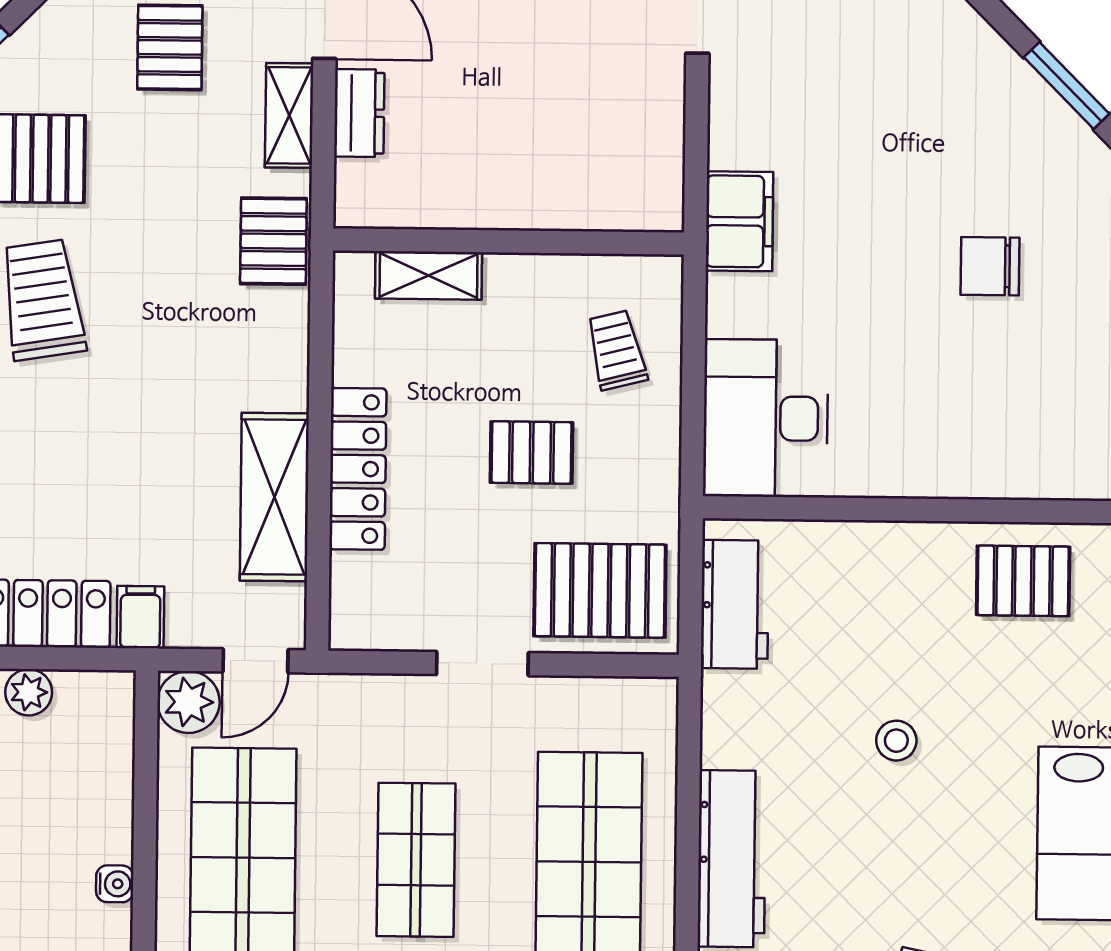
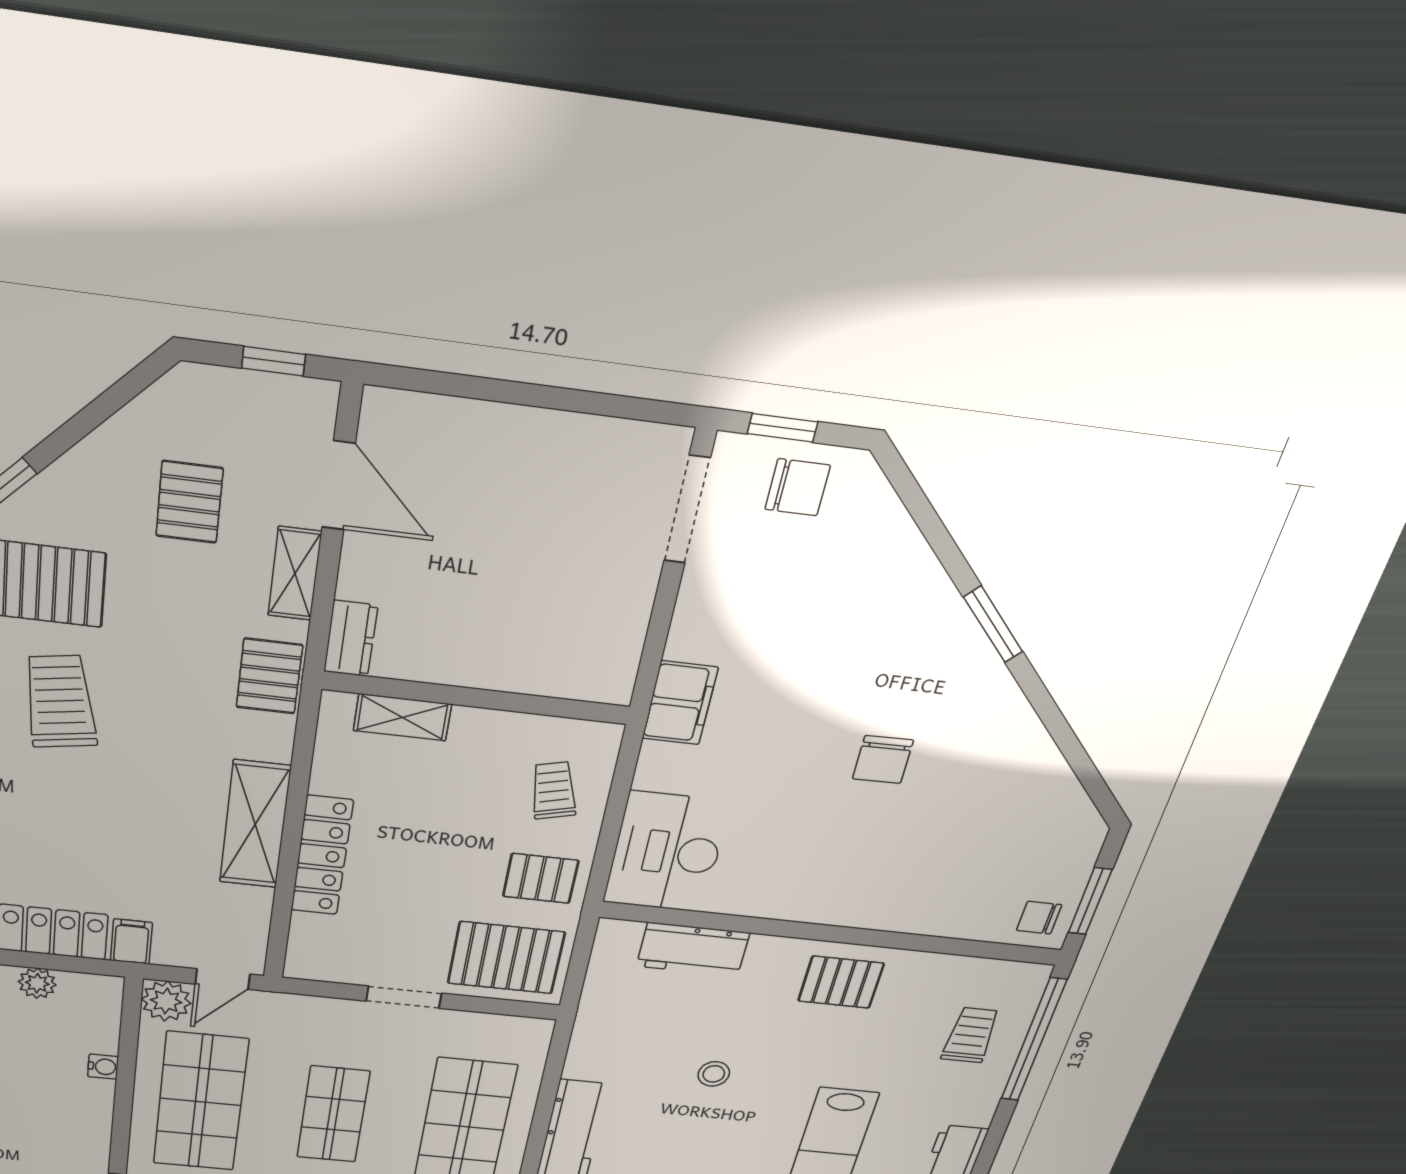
dresser: (359, 113) -> (351, 638), moved
chair: (990, 266) -> (883, 759), turned -91
pallet: (532, 452) -> (541, 878), moved
shelving: (274, 497) -> (255, 824), moved
workbench: (735, 604) -> (693, 950), moved, turned 90
water cooler: (115, 884) -> (103, 1067), moved

